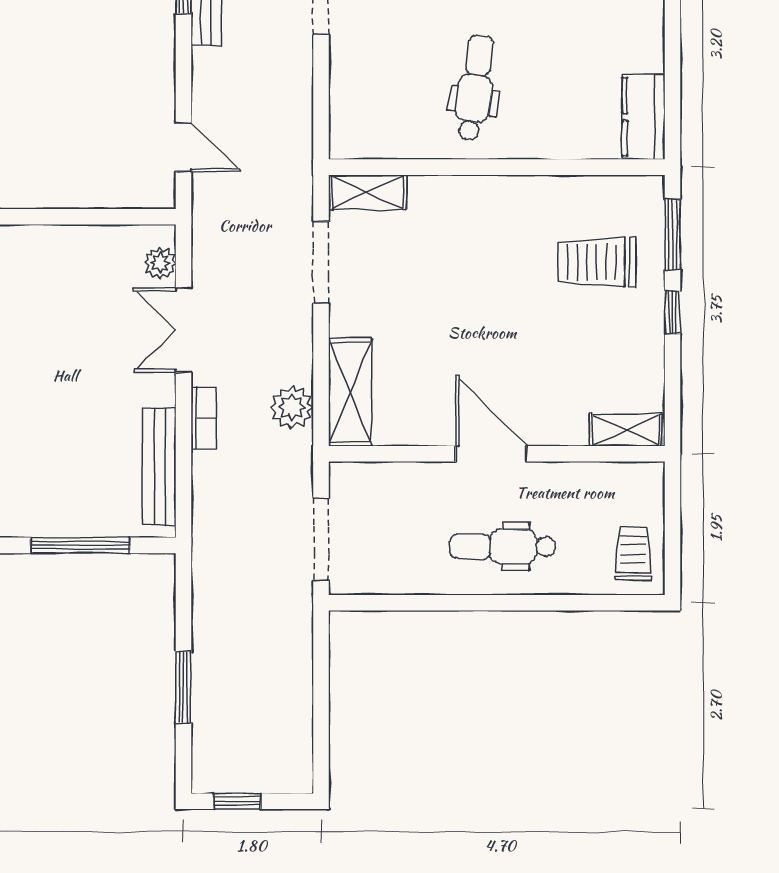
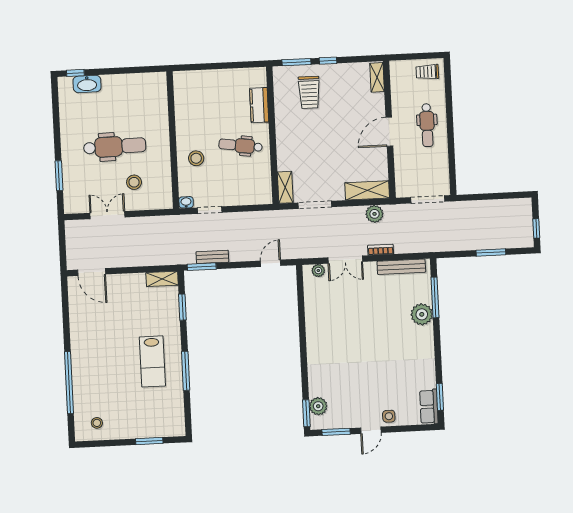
kitchen counter: (644, 117) -> (259, 105), moved, turned 90
plant: (40, 511) -> (422, 314), added

